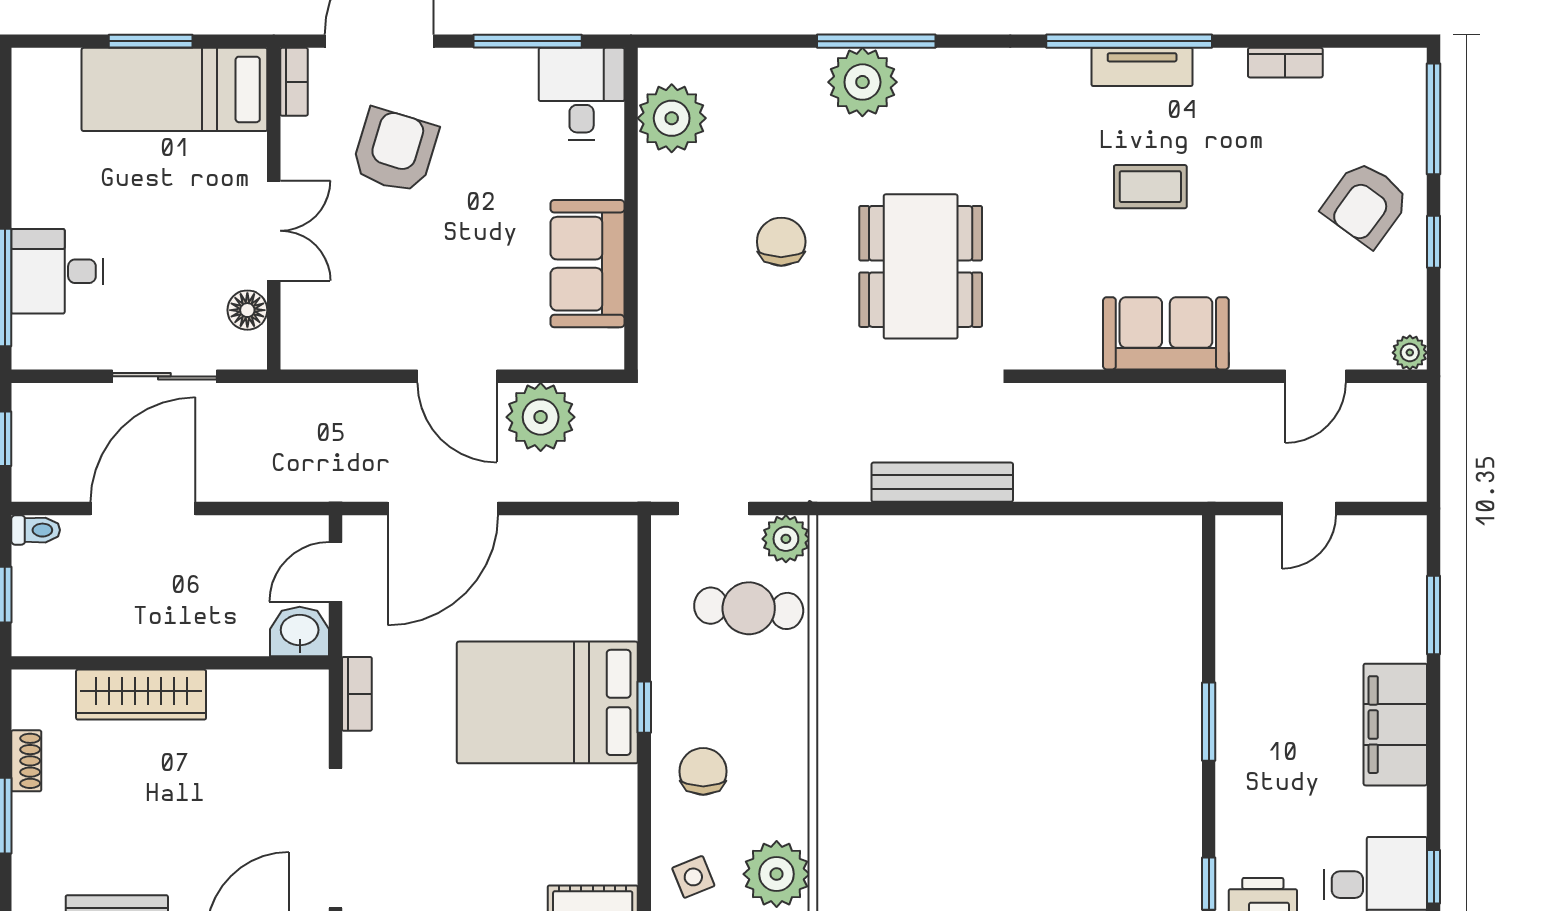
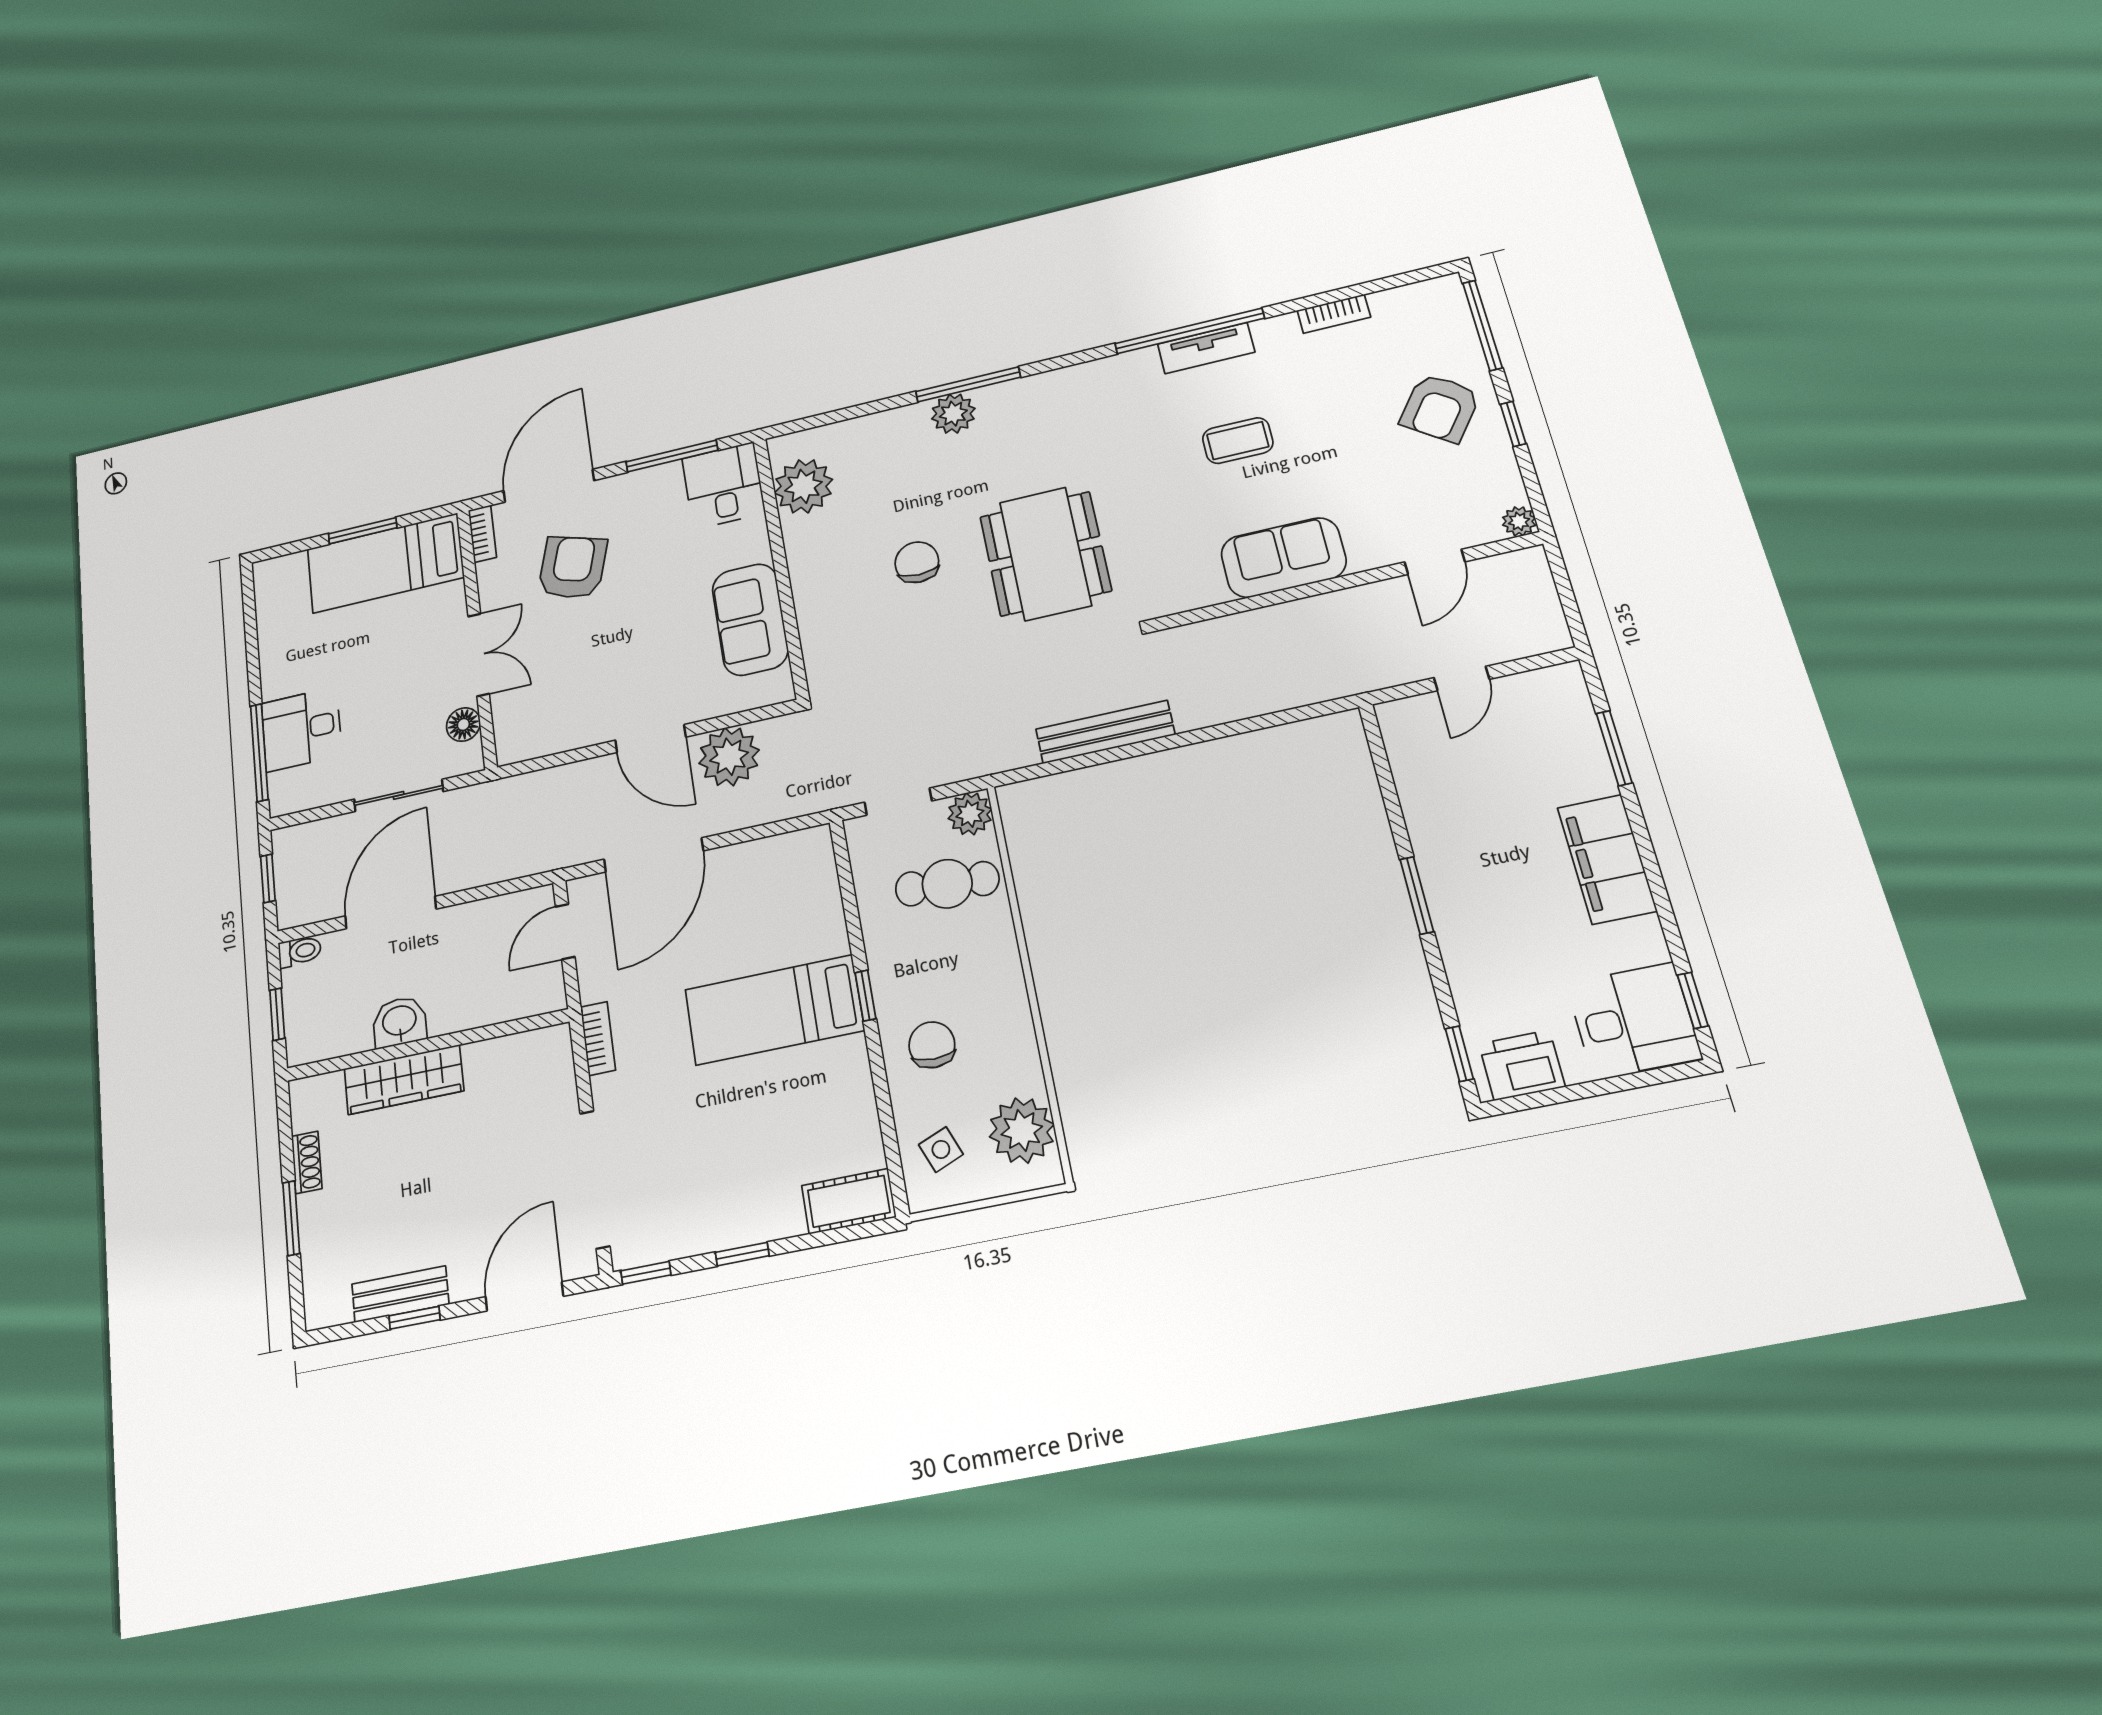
plant: (862, 82) -> (953, 414), width x0.73, depth x0.73
washbasin: (300, 631) -> (399, 1022), moved
bed: (547, 702) -> (774, 1010), width x0.67

